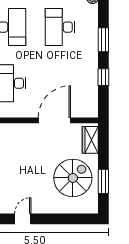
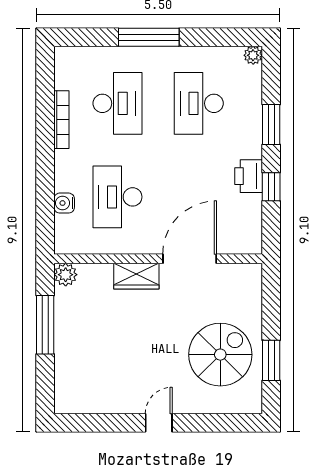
printer: (90, 71) -> (249, 176), added
wardrobe: (90, 140) -> (136, 276), moved, turned -90
door: (23, 219) -> (159, 423), moved

